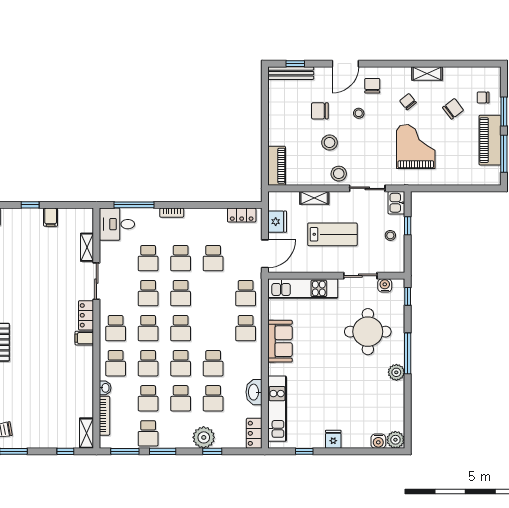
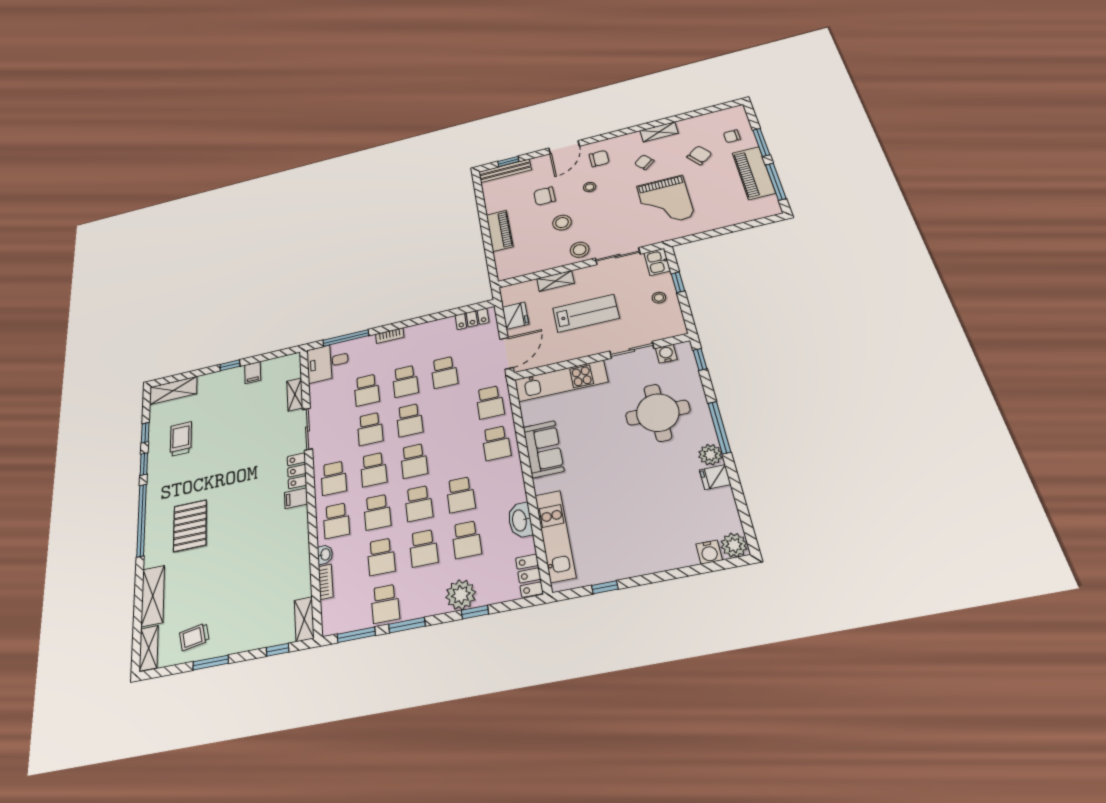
chair: (372, 86) -> (599, 159), turned 90
grand piano: (416, 147) -> (665, 201), turned 180
piano: (277, 166) -> (499, 231), moved
bookcase: (104, 416) -> (326, 582), width x0.64
fridge: (333, 439) -> (715, 477), moved, turned -90

